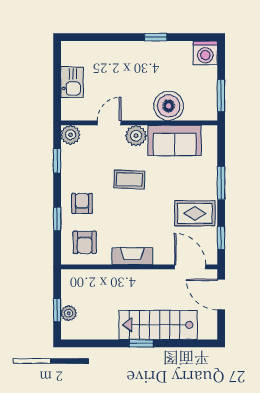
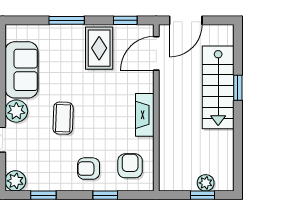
armchair: (85, 242) -> (130, 166), turned -90
window: (141, 343) -> (238, 88), moved

